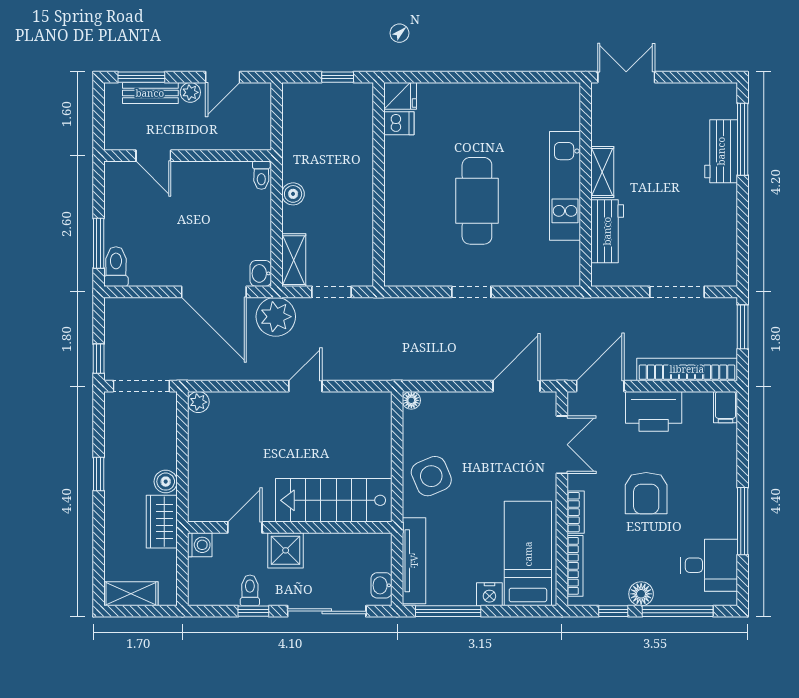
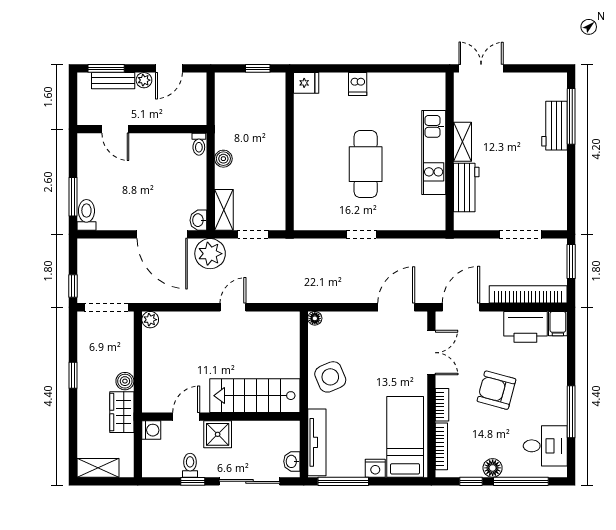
dishwasher: (399, 123) -> (358, 84), moved, turned 90
printer: (654, 411) -> (525, 327), moved
armchair: (646, 493) -> (496, 390), turned 105

